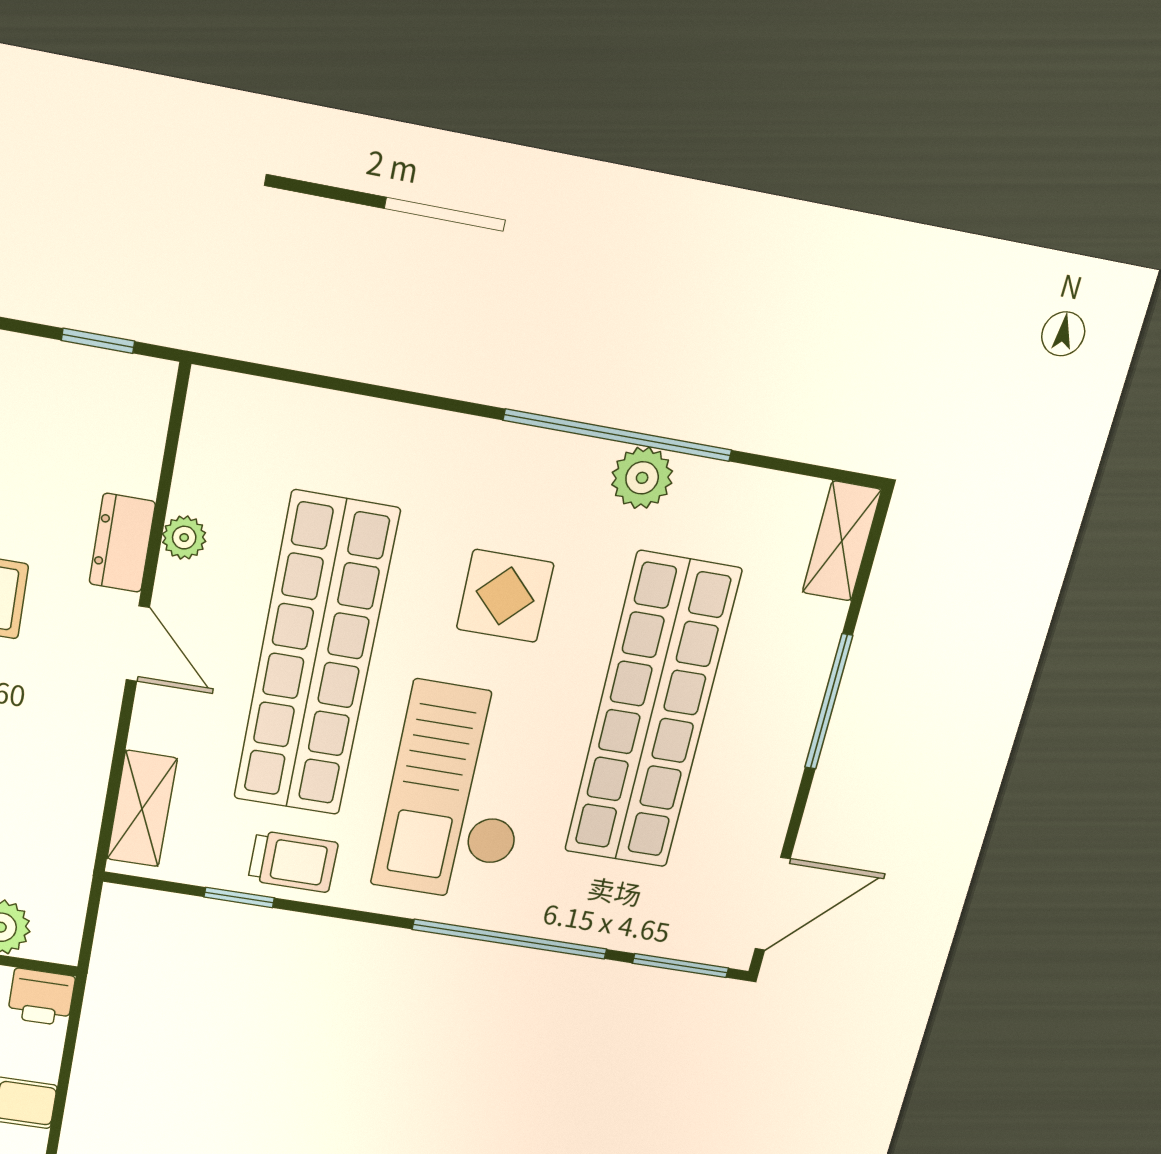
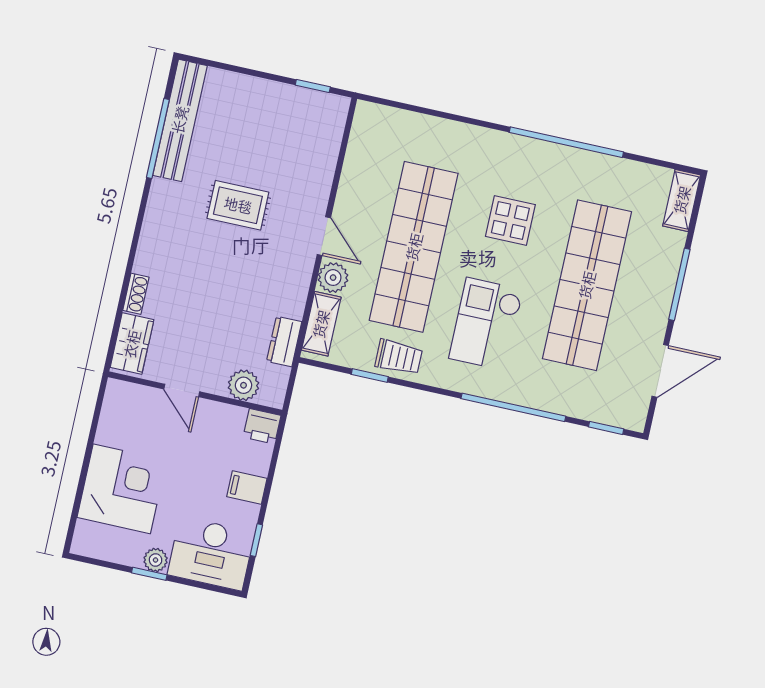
plant: (642, 478) -> (579, 164), removed
plant: (184, 538) -> (333, 278), moved, width x1.38, depth x1.38
dresser: (122, 543) -> (284, 341), moved
checkout: (458, 793) -> (486, 324), width x0.73, depth x0.83
door: (773, 904) -> (660, 371), moved
window: (681, 966) -> (606, 428), width x0.67

